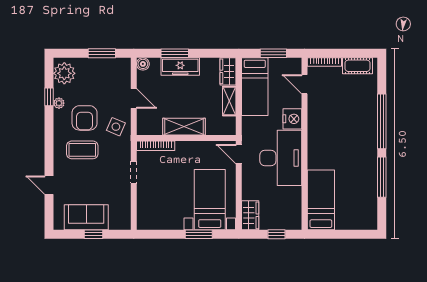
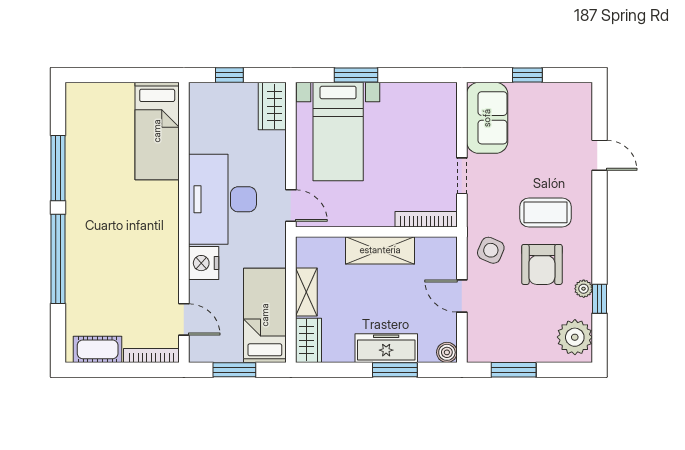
armchair: (85, 118) -> (542, 264), turned 180
sofa: (86, 217) -> (487, 118), moved, turned -90

